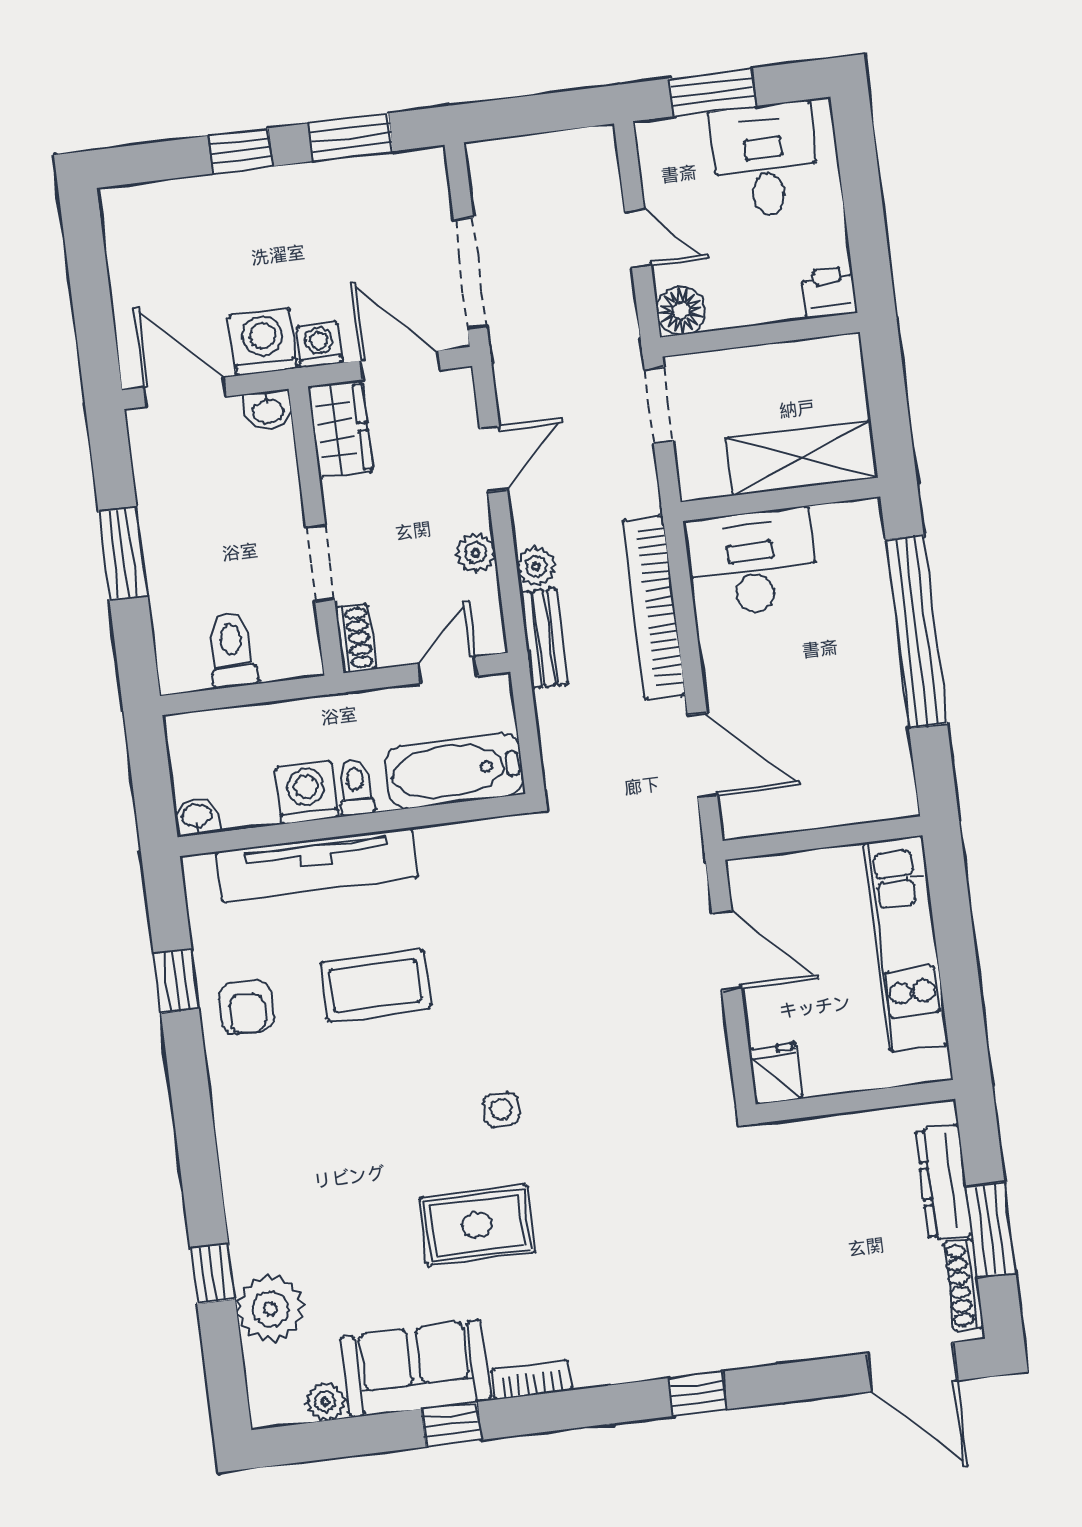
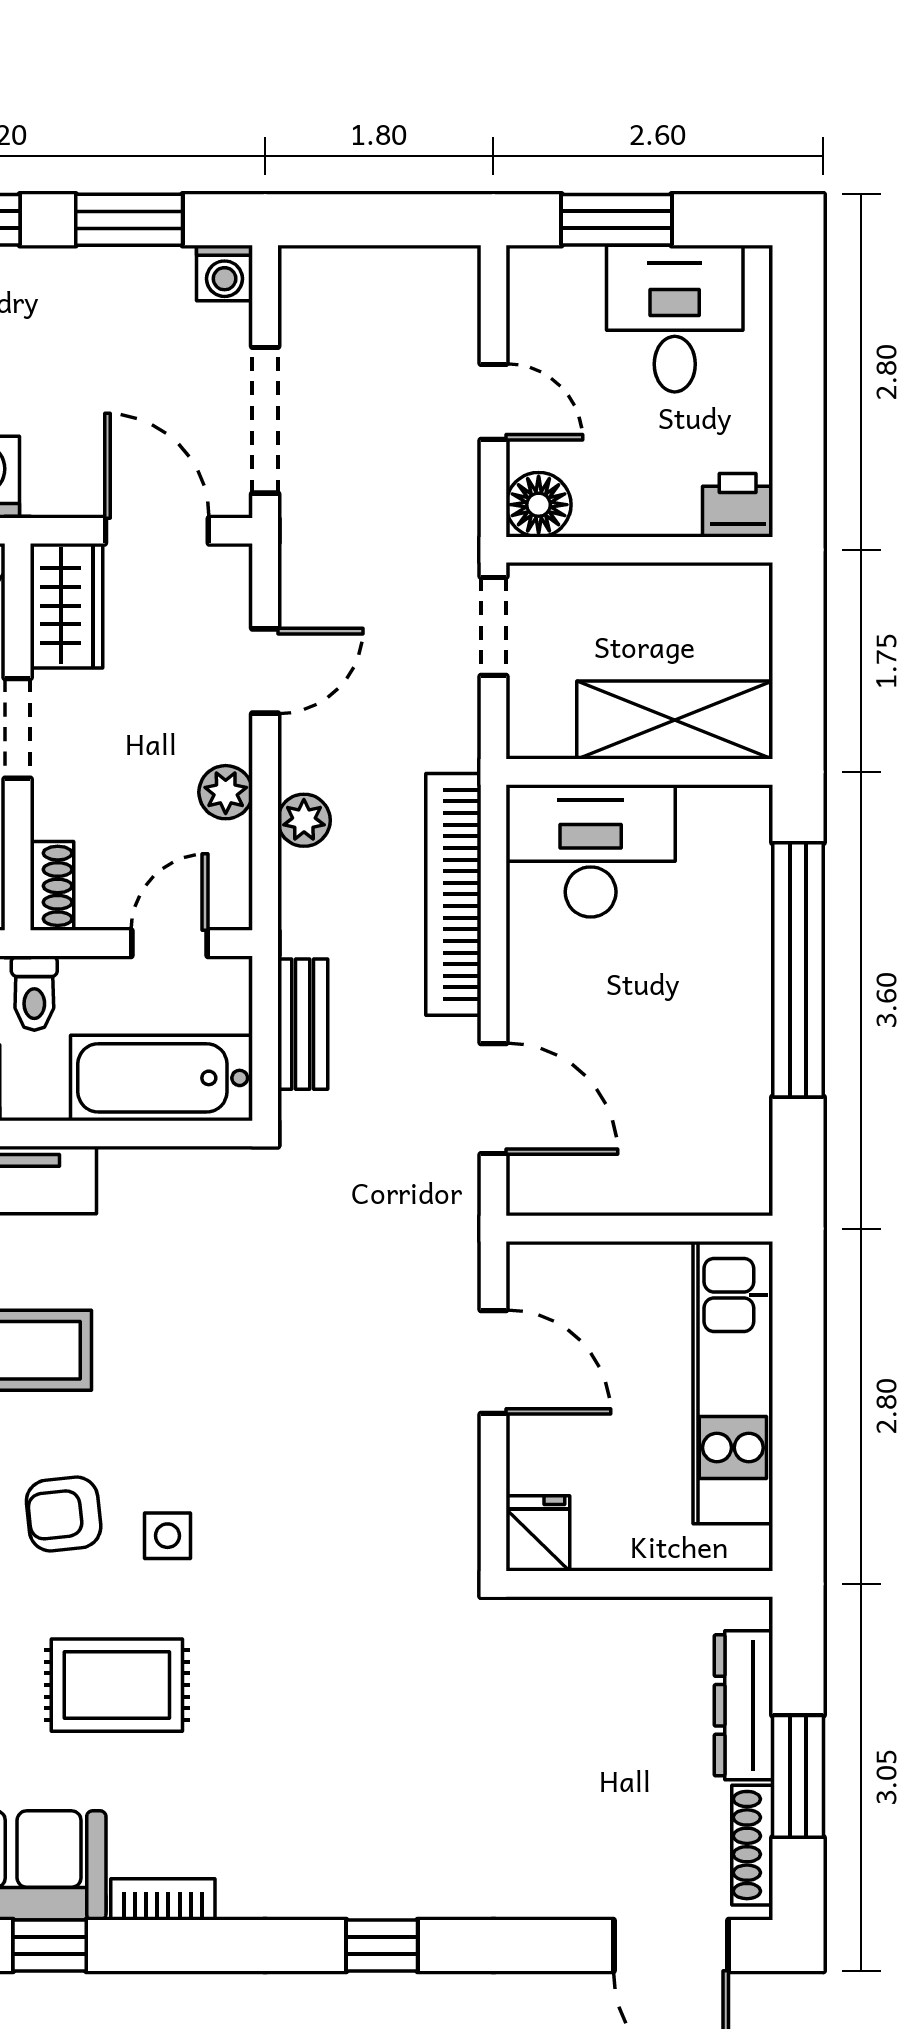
washing machine: (319, 345) -> (225, 273), moved, turned 180
doorway: (320, 563) -> (18, 728), moved
bench: (544, 638) -> (303, 1024), moved
toilet: (356, 787) -> (34, 993), moved, turned 180
armchair: (422, 1103) -> (64, 1514), added

